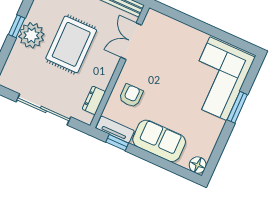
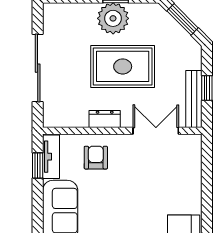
armchair: (131, 96) -> (96, 158), turned -90
dresser: (94, 100) -> (105, 119), moved

